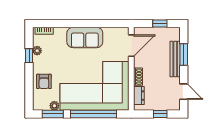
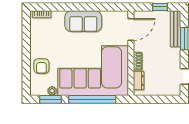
plant: (37, 51) -> (35, 35), removed
window: (29, 56) -> (26, 40), removed
bench: (175, 59) -> (176, 29), moved
window: (160, 114) -> (160, 99), removed

